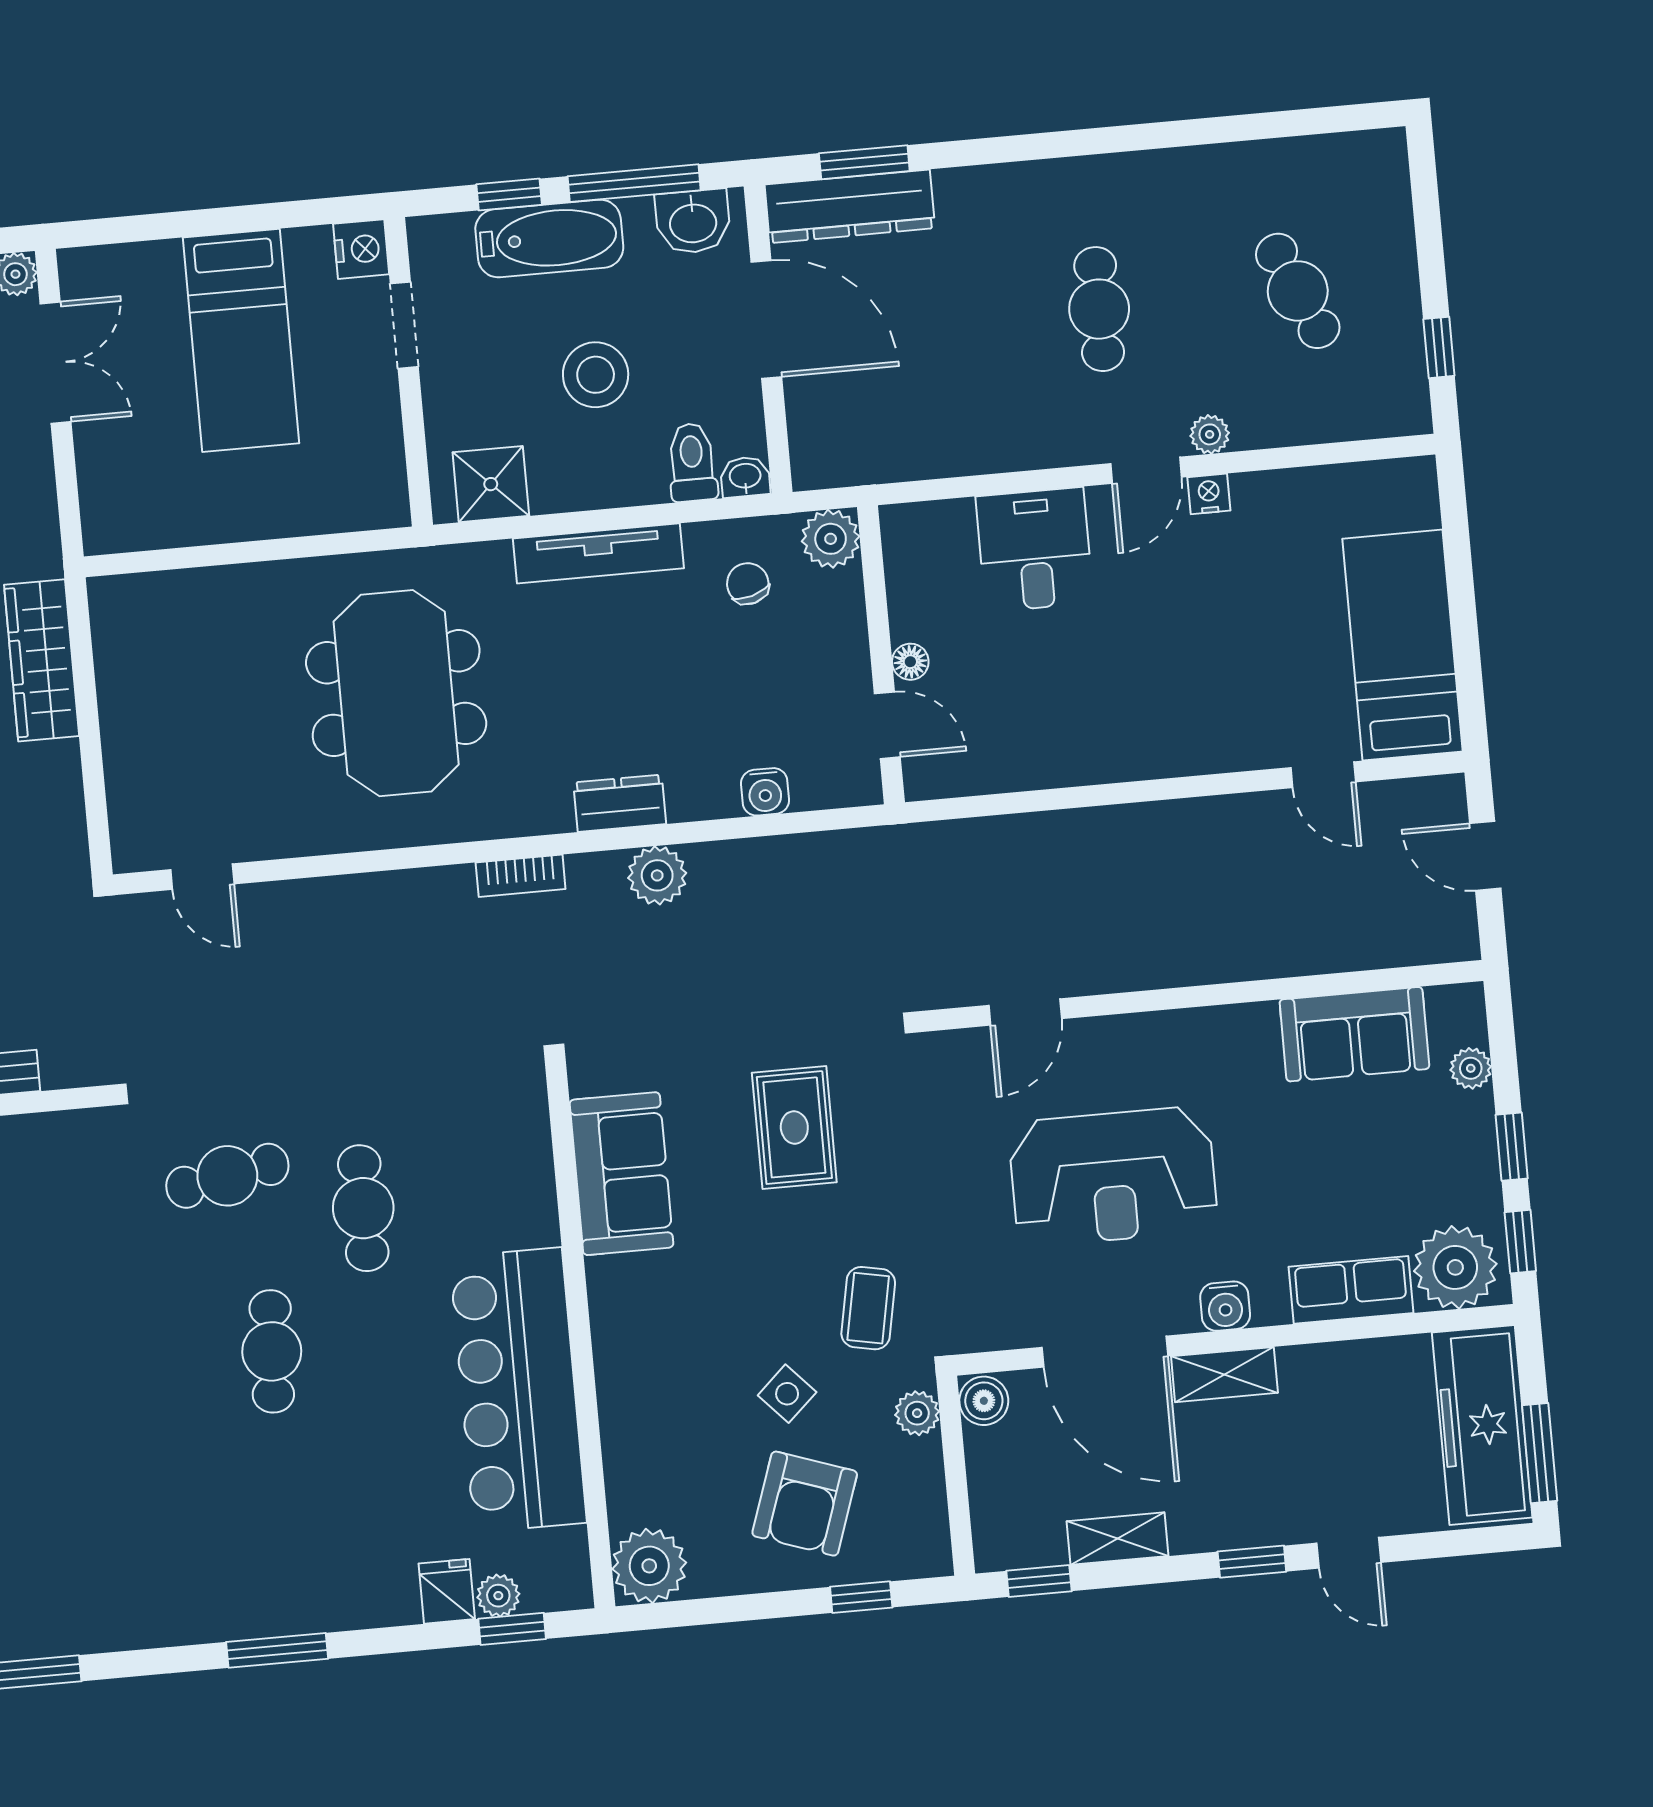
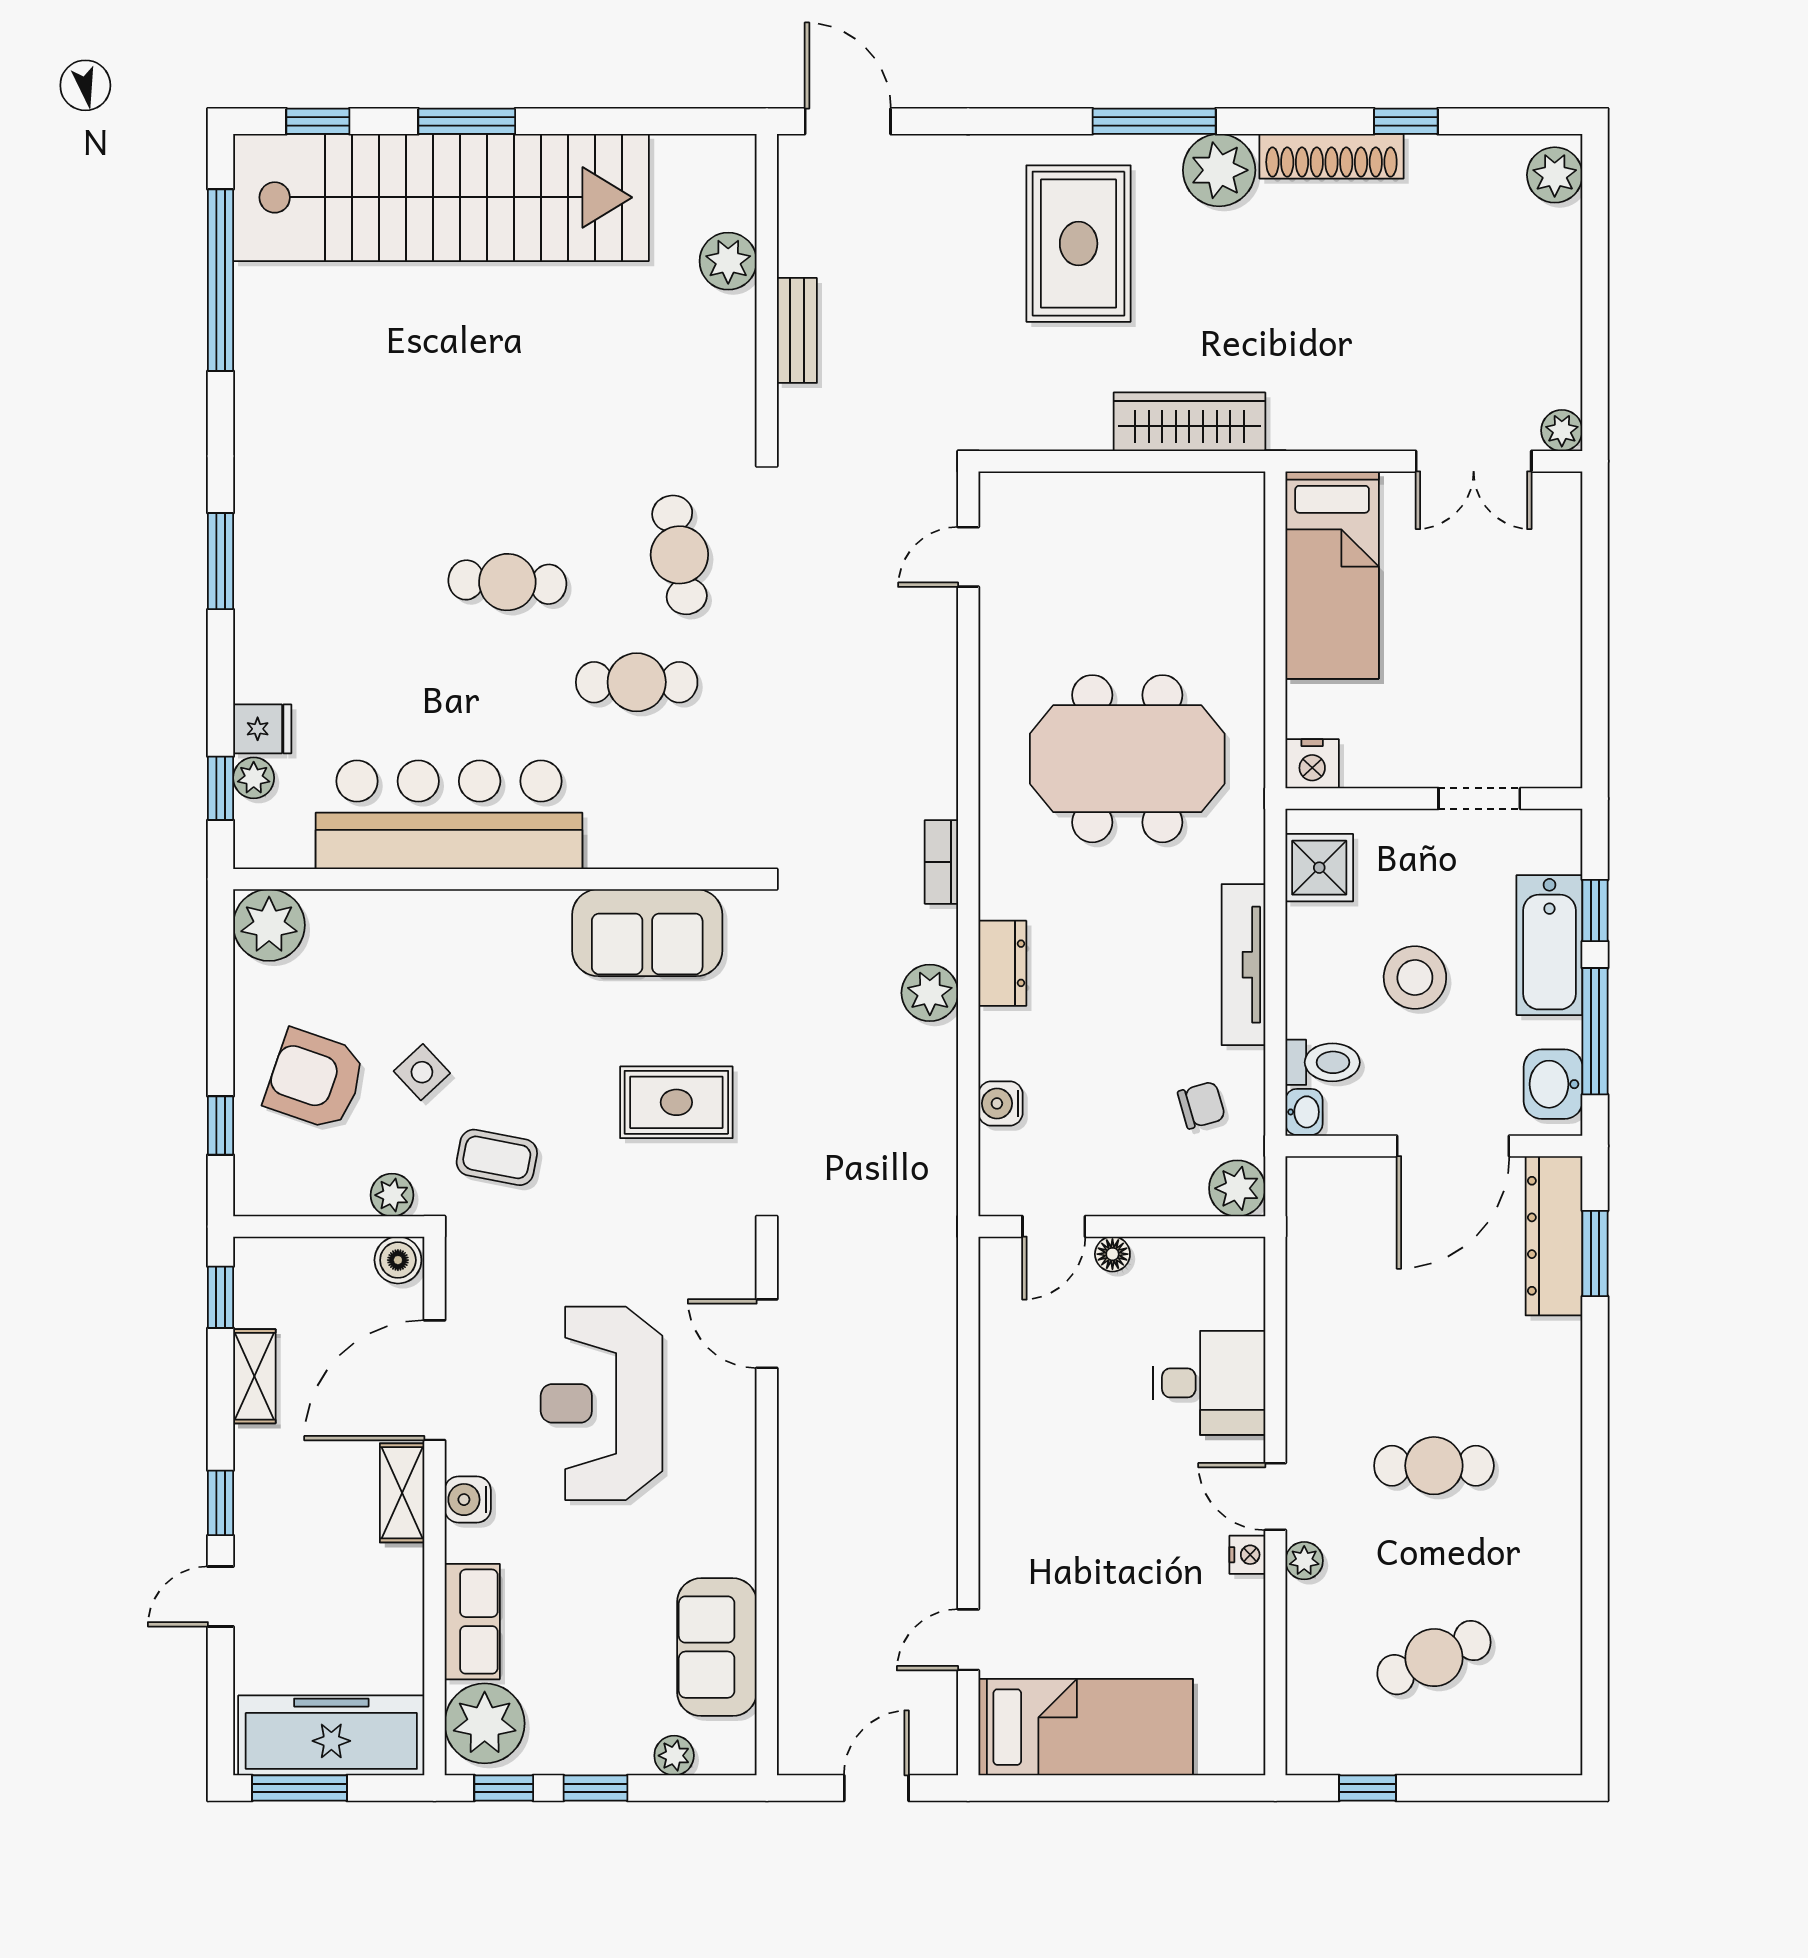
nightstand: (361, 249) -> (1312, 764), moved
bed: (241, 340) -> (1332, 575), moved, turned -90

